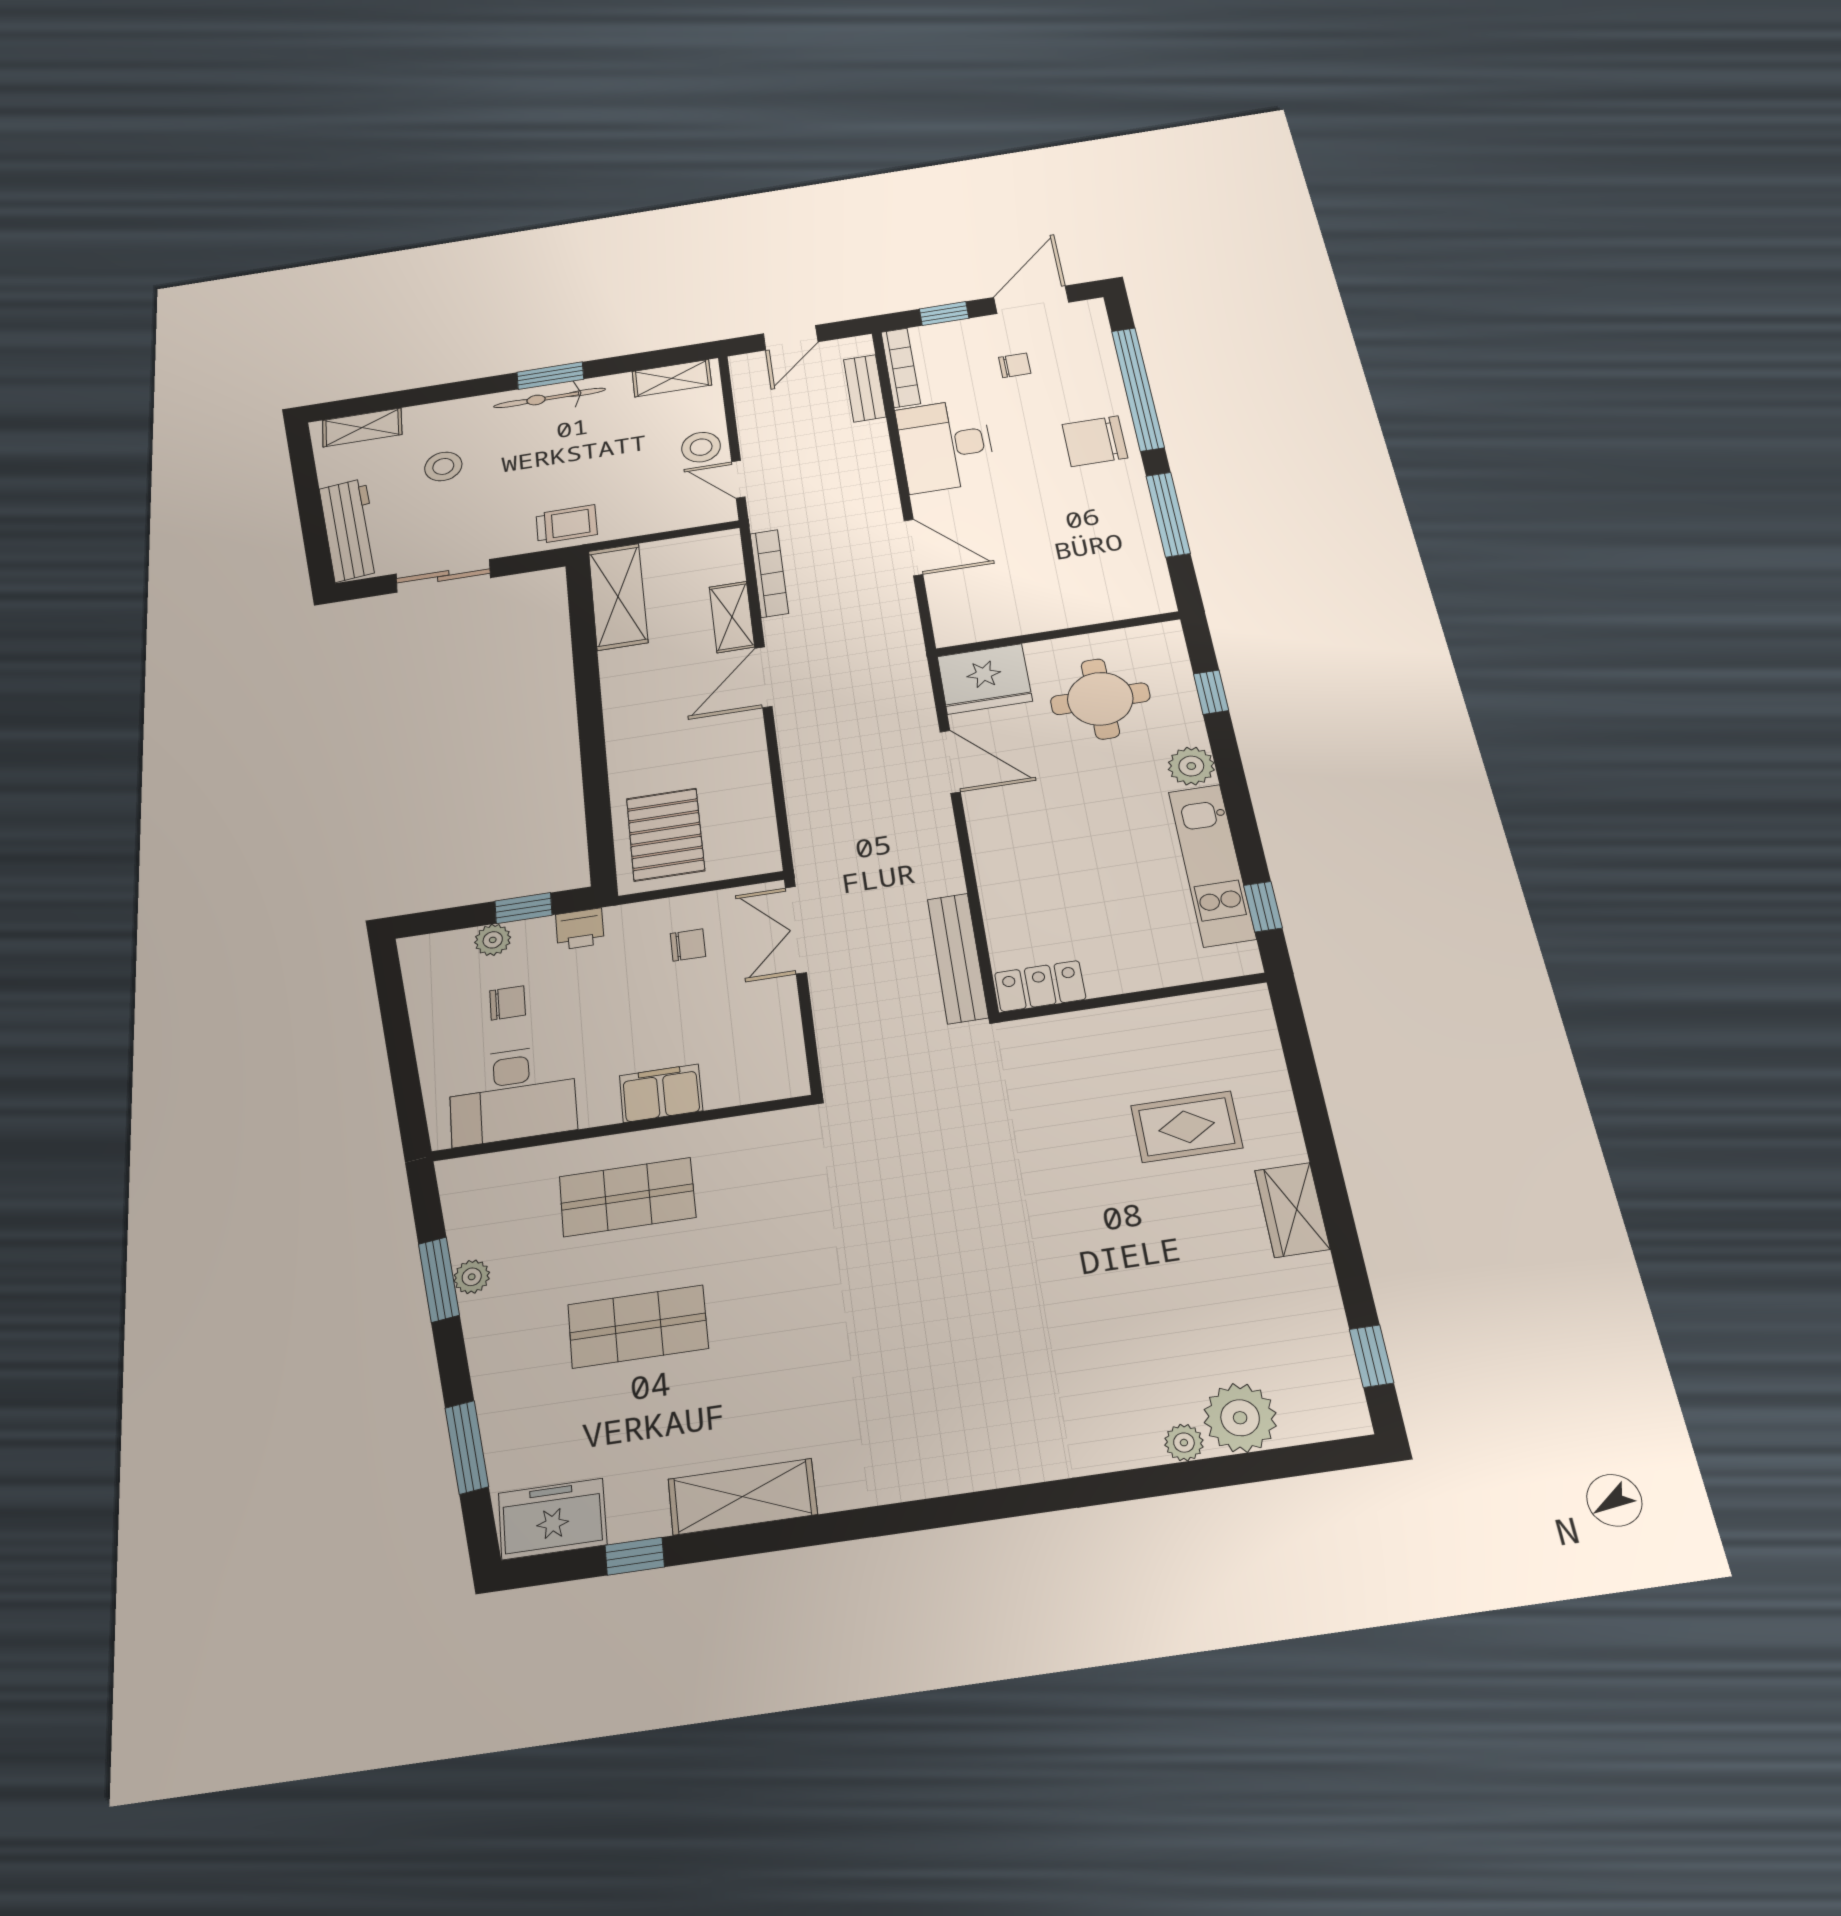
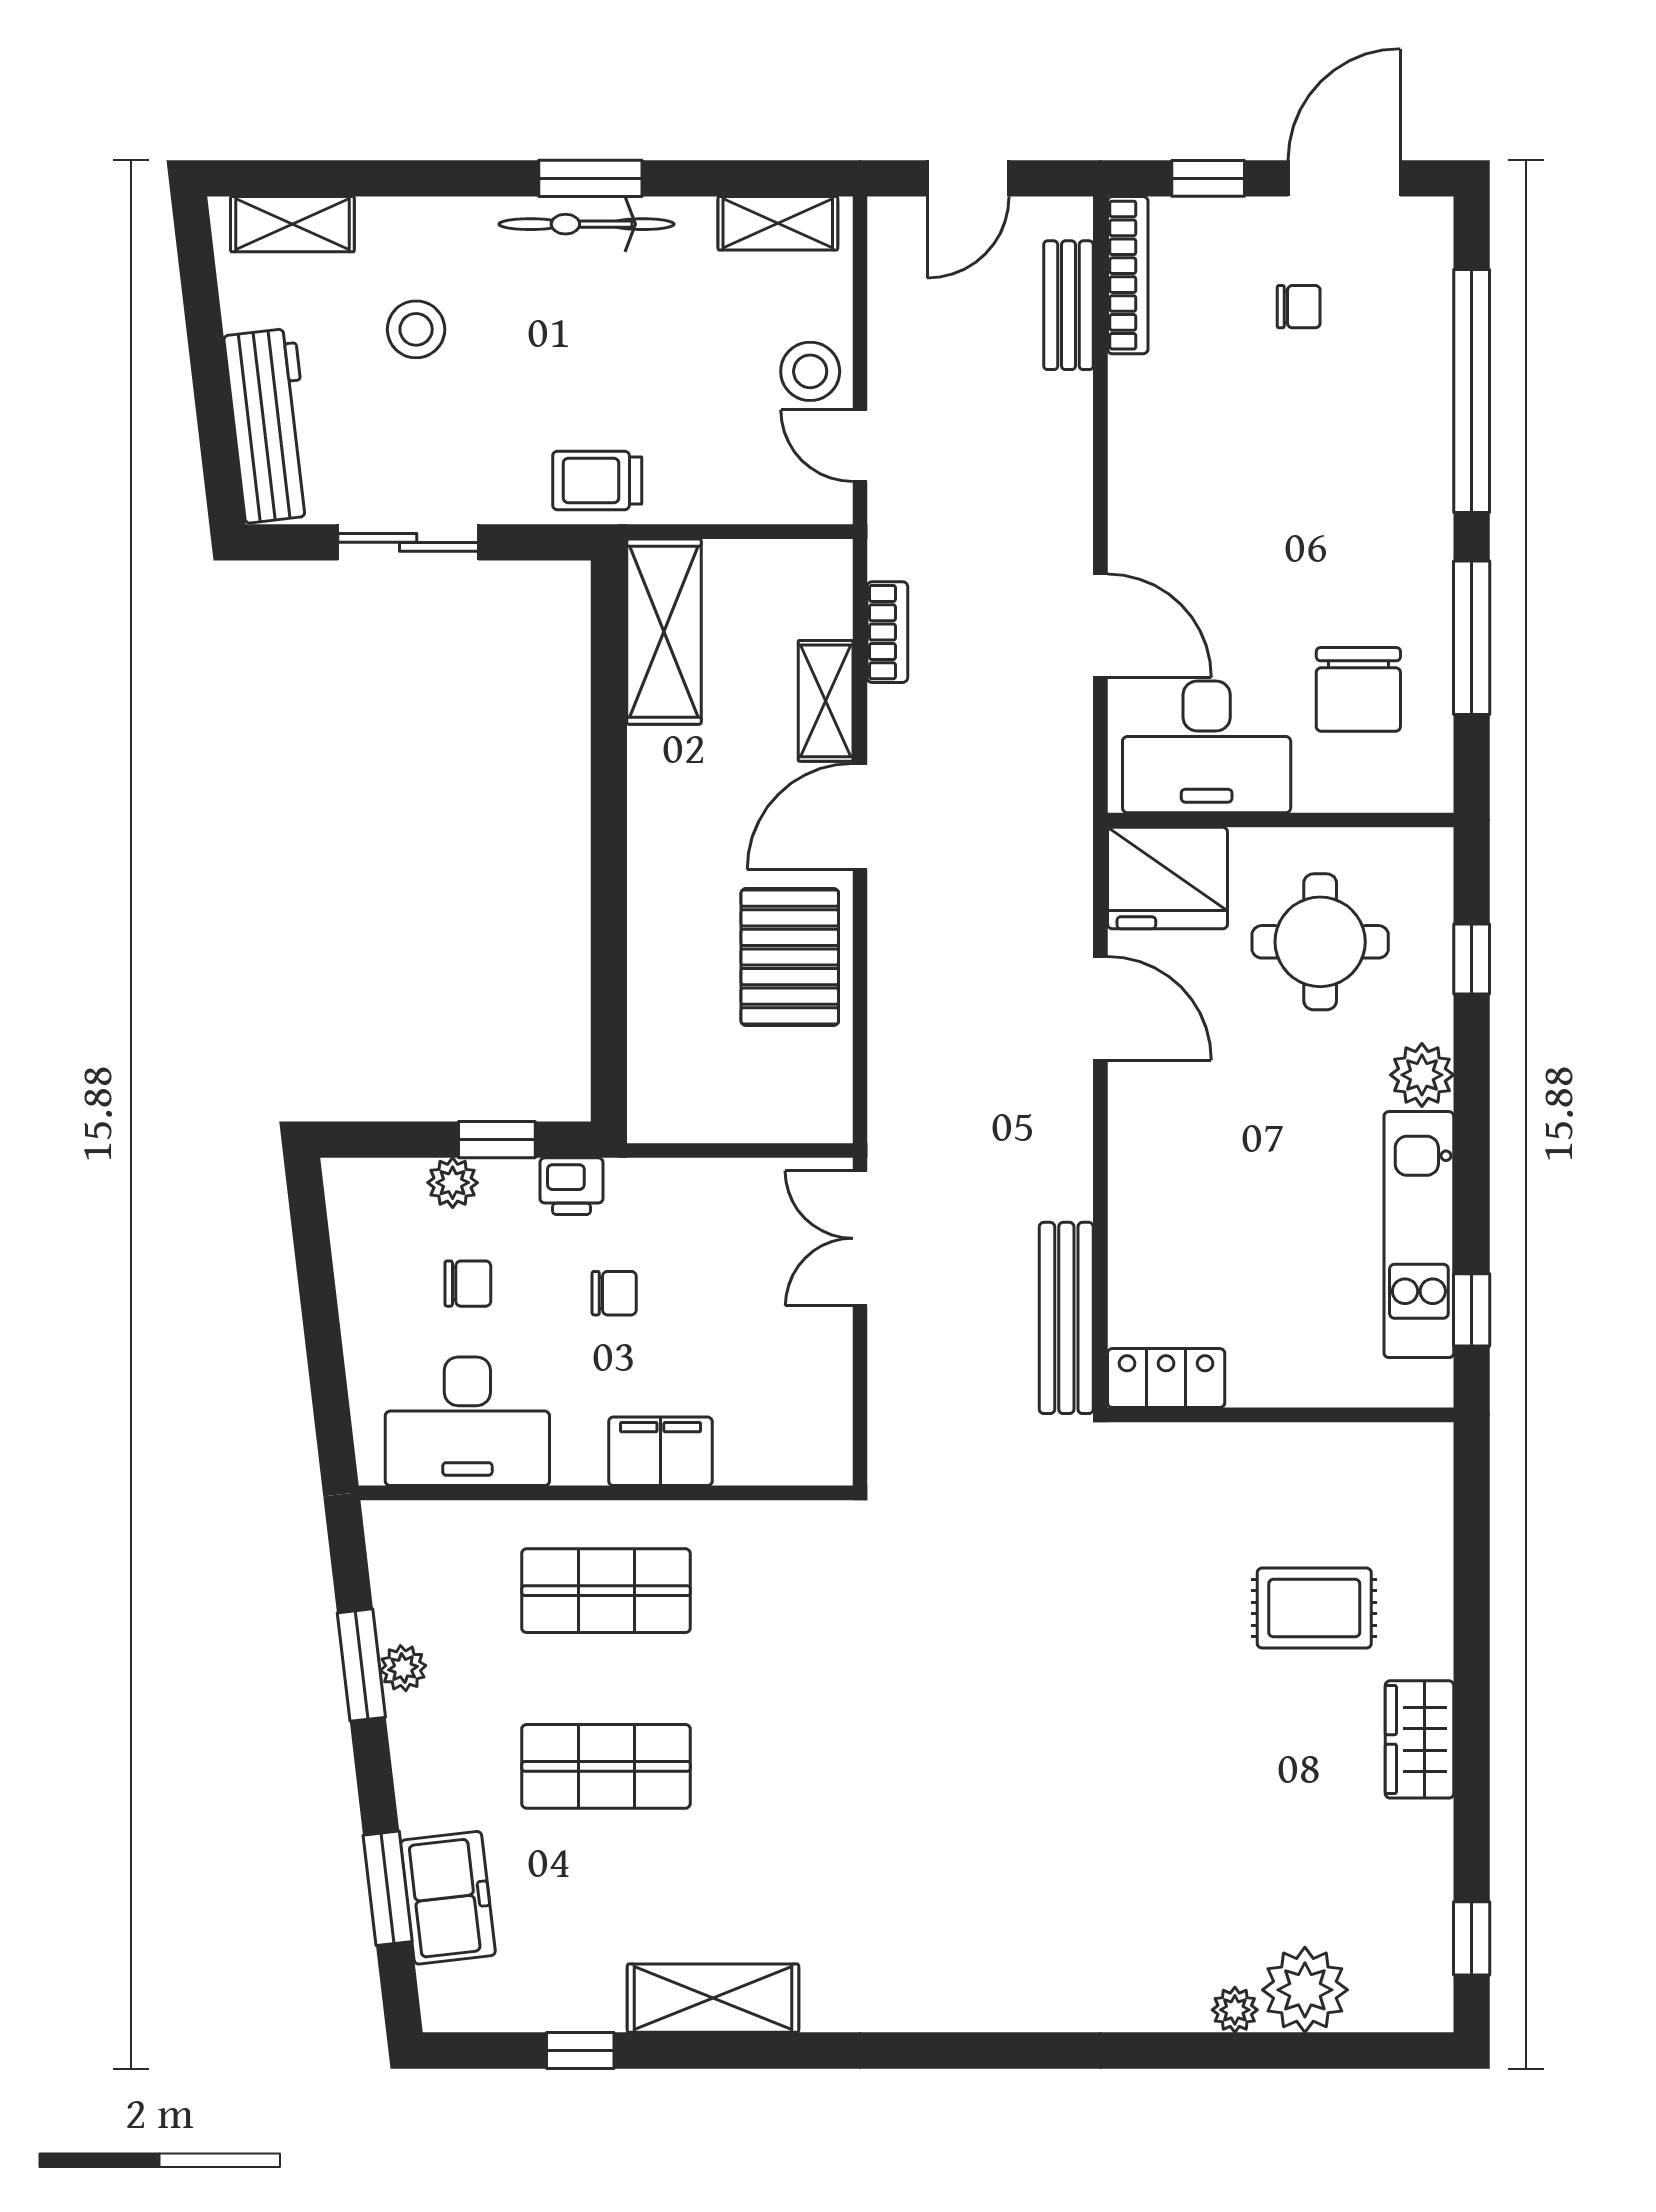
chair: (1095, 441) -> (1358, 689), moved, turned -90
desk: (946, 445) -> (1207, 747), moved, turned -90
trolley: (567, 524) -> (597, 480), turned 180
bookcase: (769, 573) -> (887, 632), width x0.64
pallet: (665, 834) -> (790, 957), moved
chair: (688, 945) -> (614, 1293), moved
freezer: (552, 1519) -> (448, 1898), moved, turned 83

